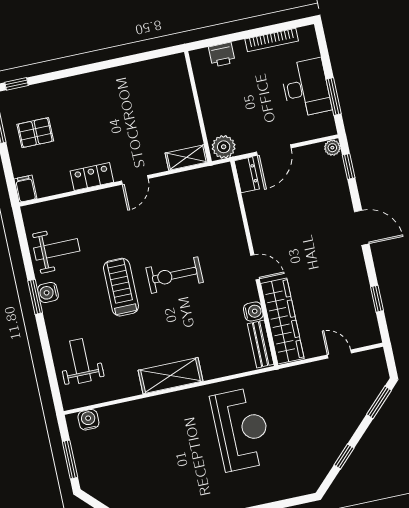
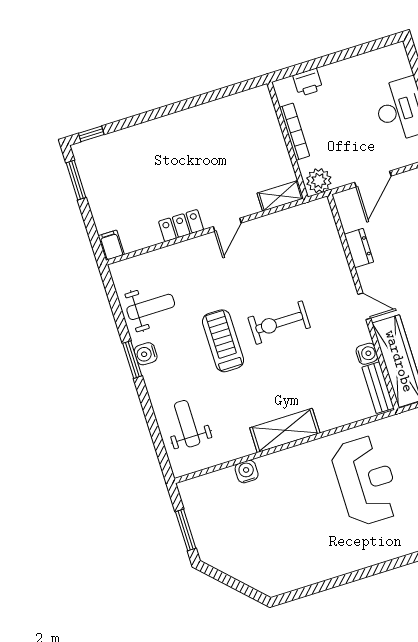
bookcase: (272, 40) -> (295, 132), moved, turned -90
pallet: (35, 133) -> (116, 184), removed
dresser: (247, 175) -> (359, 248), moved
water cooler: (88, 420) -> (247, 472), moved

